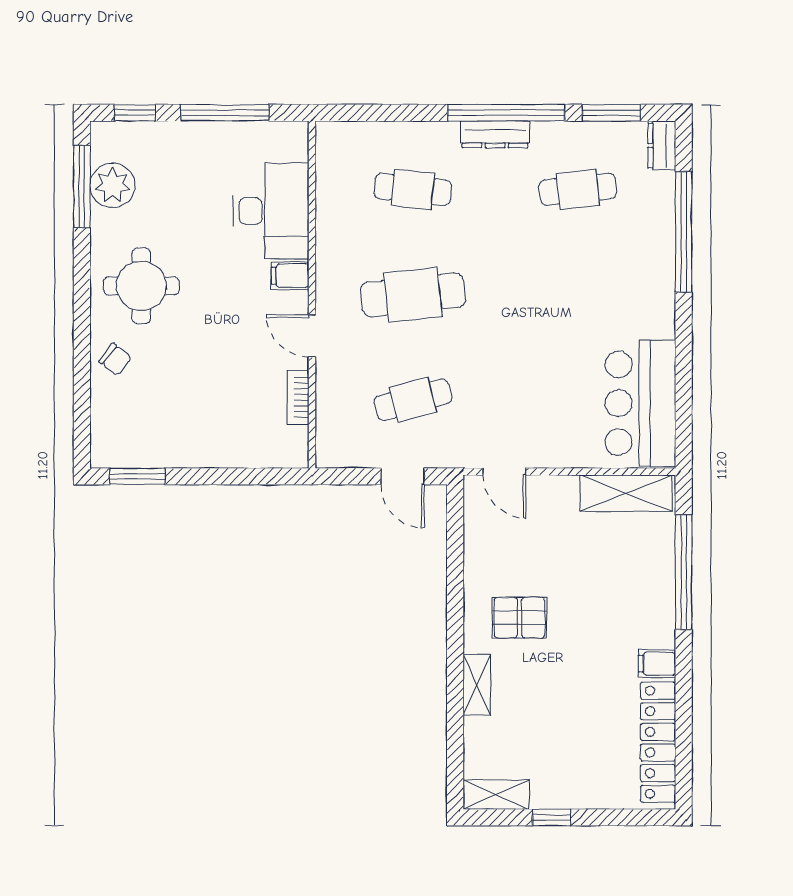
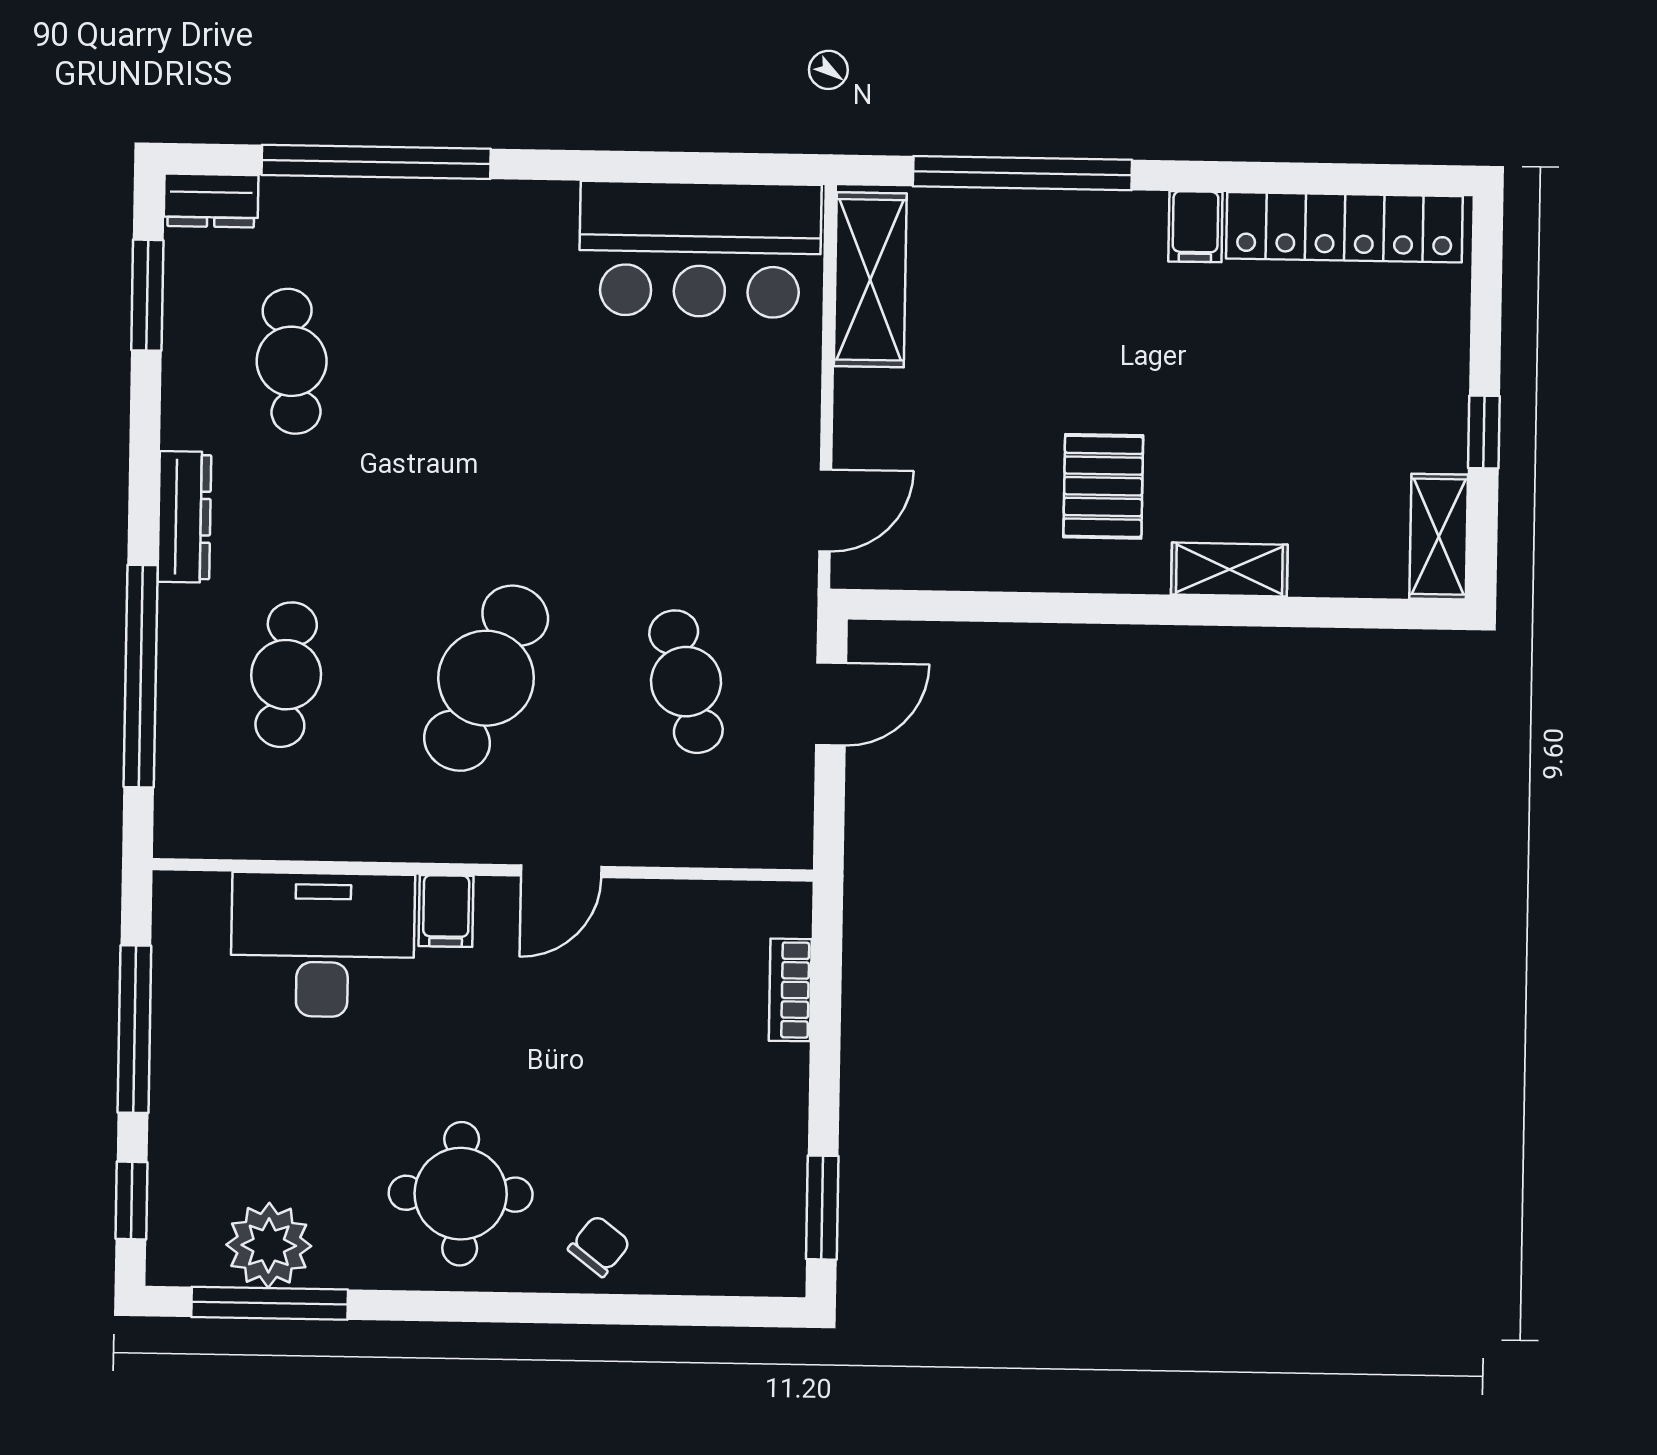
window: (506, 113) -> (141, 676), moved
cafe table: (413, 295) -> (486, 678), turned 30
bookcase: (298, 397) -> (790, 990), moved, turned 90

